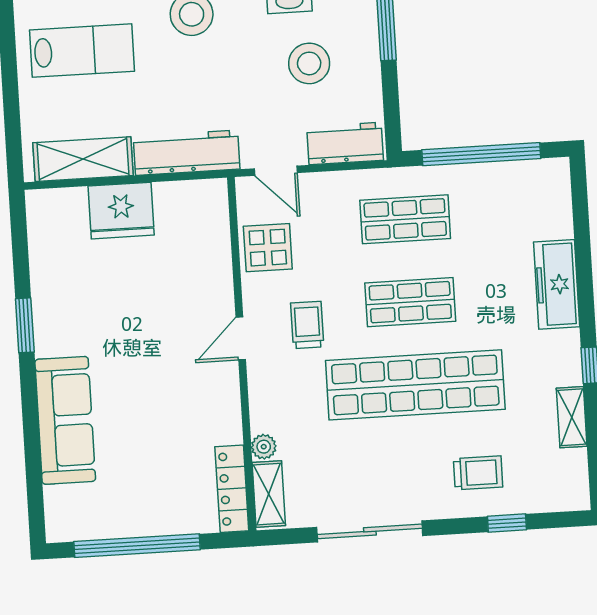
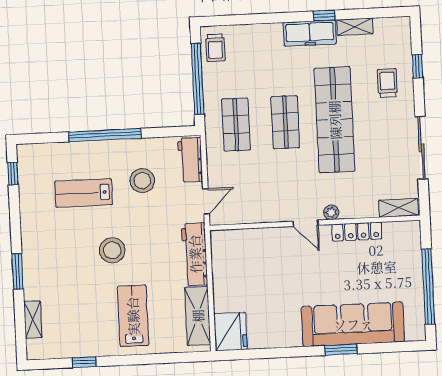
fridge: (121, 211) -> (230, 332), moved
display table: (268, 248) -> (252, 207), removed
freezer: (557, 284) -> (310, 33), moved
window: (25, 325) -> (341, 350), moved
trolley: (307, 325) -> (215, 48), moved, turned -90
sofa: (65, 420) -> (353, 324), width x1.36, depth x1.27
plant: (264, 447) -> (331, 212), moved
locker: (232, 489) -> (357, 232), moved

